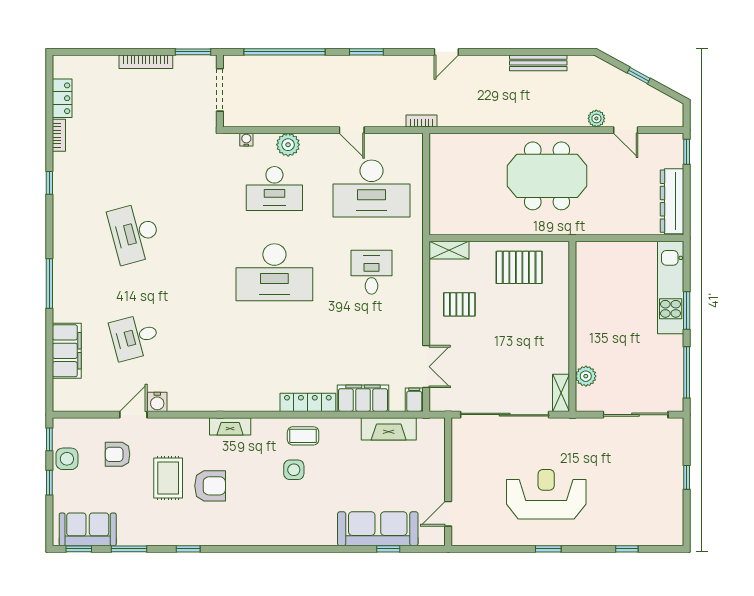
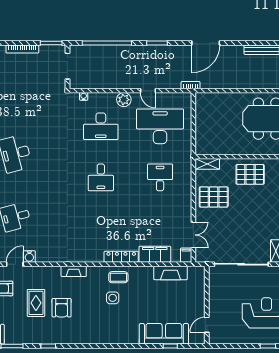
door: (446, 52) -> (206, 43), width x1.87
plant: (288, 145) -> (124, 100), moved
desk: (372, 189) -> (160, 126), turned 180
desk: (274, 272) -> (101, 177), width x0.53, depth x0.77
pallet: (459, 304) -> (214, 197), width x1.50, depth x1.42
armchair: (210, 486) -> (62, 308), turned 90

